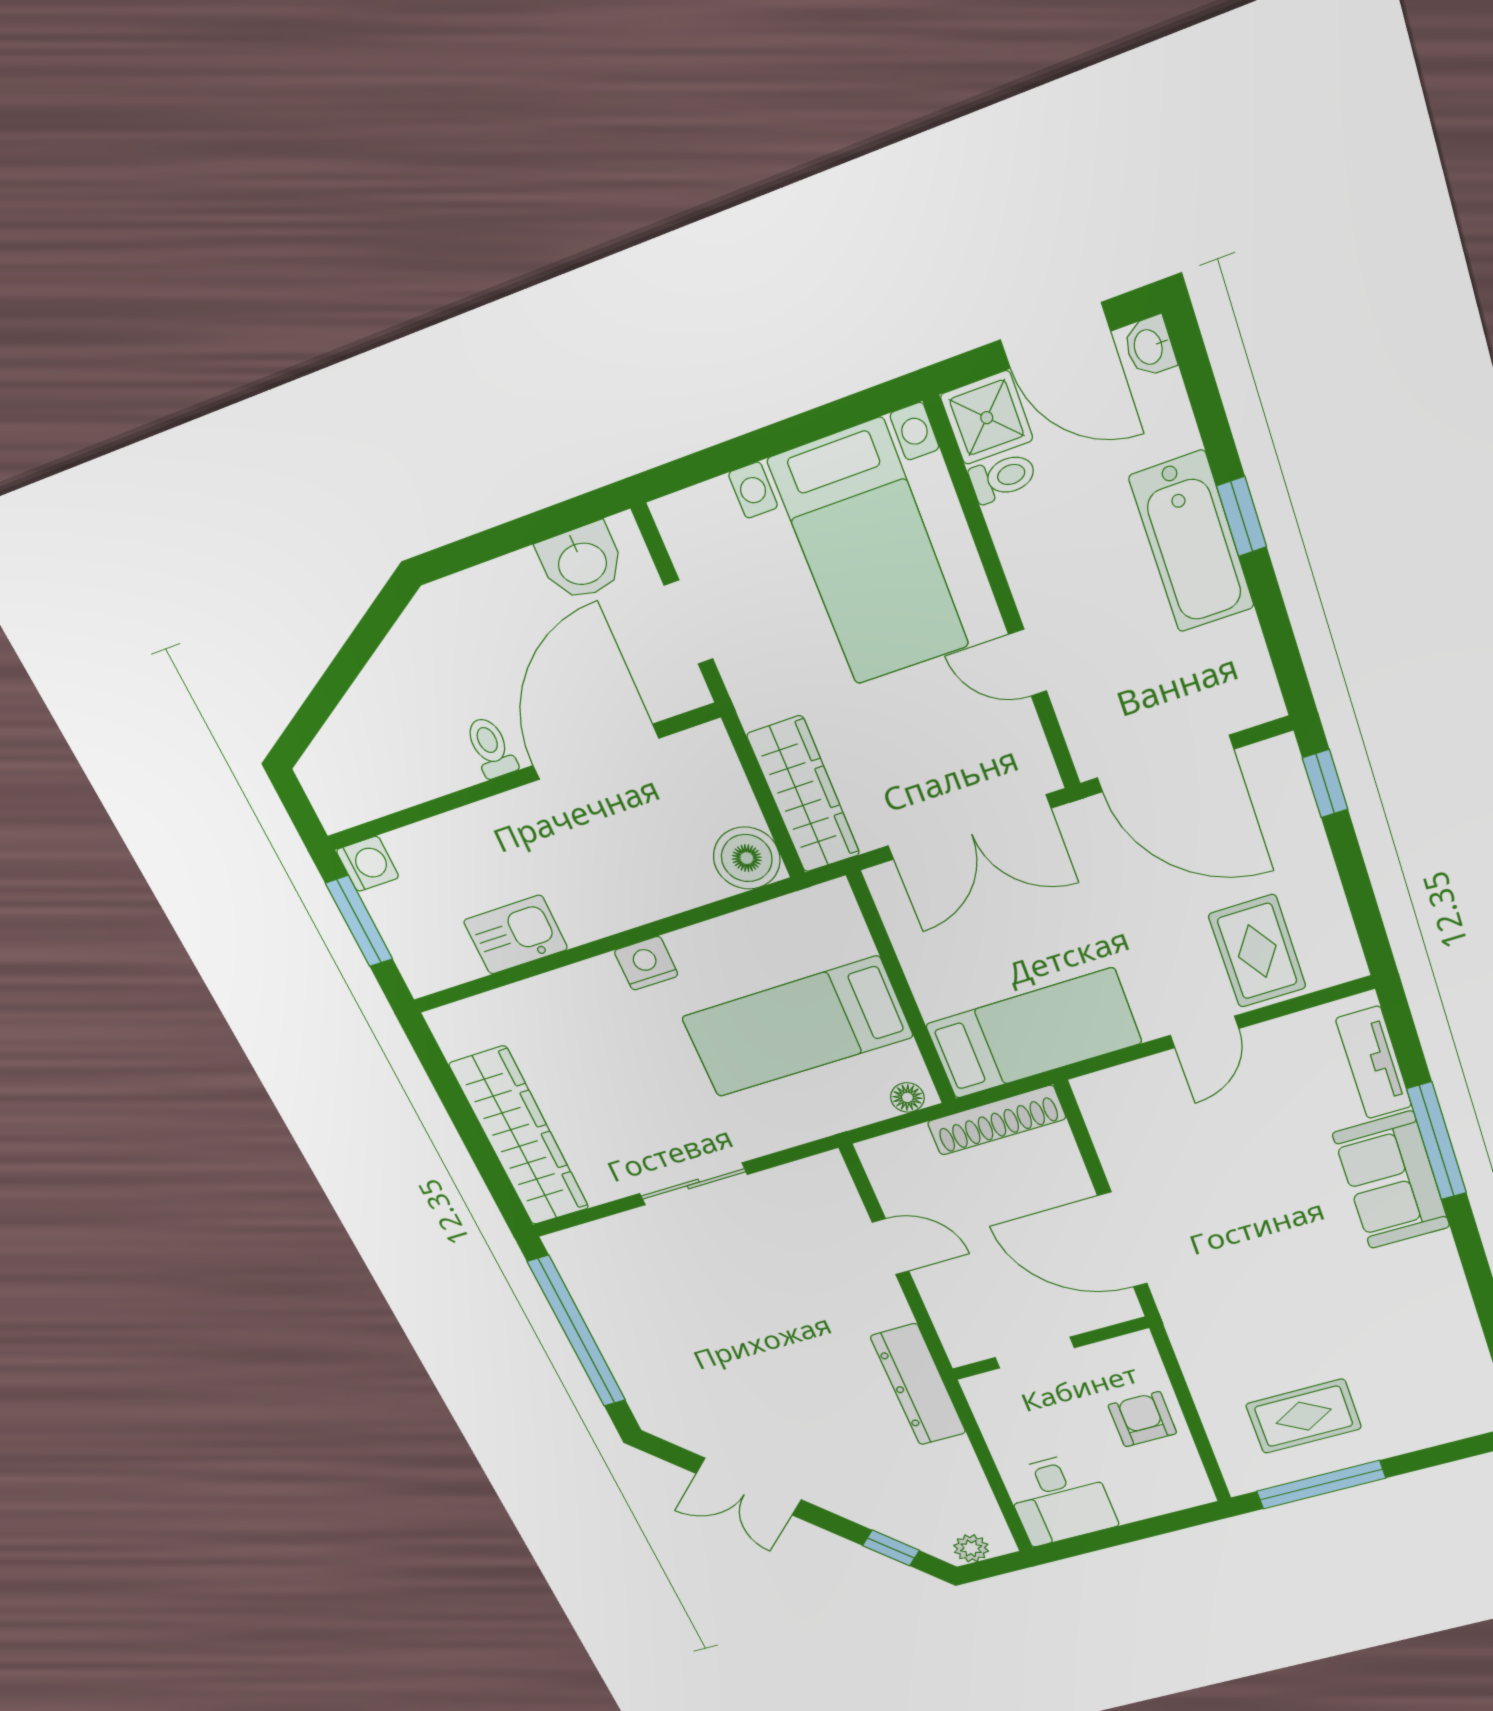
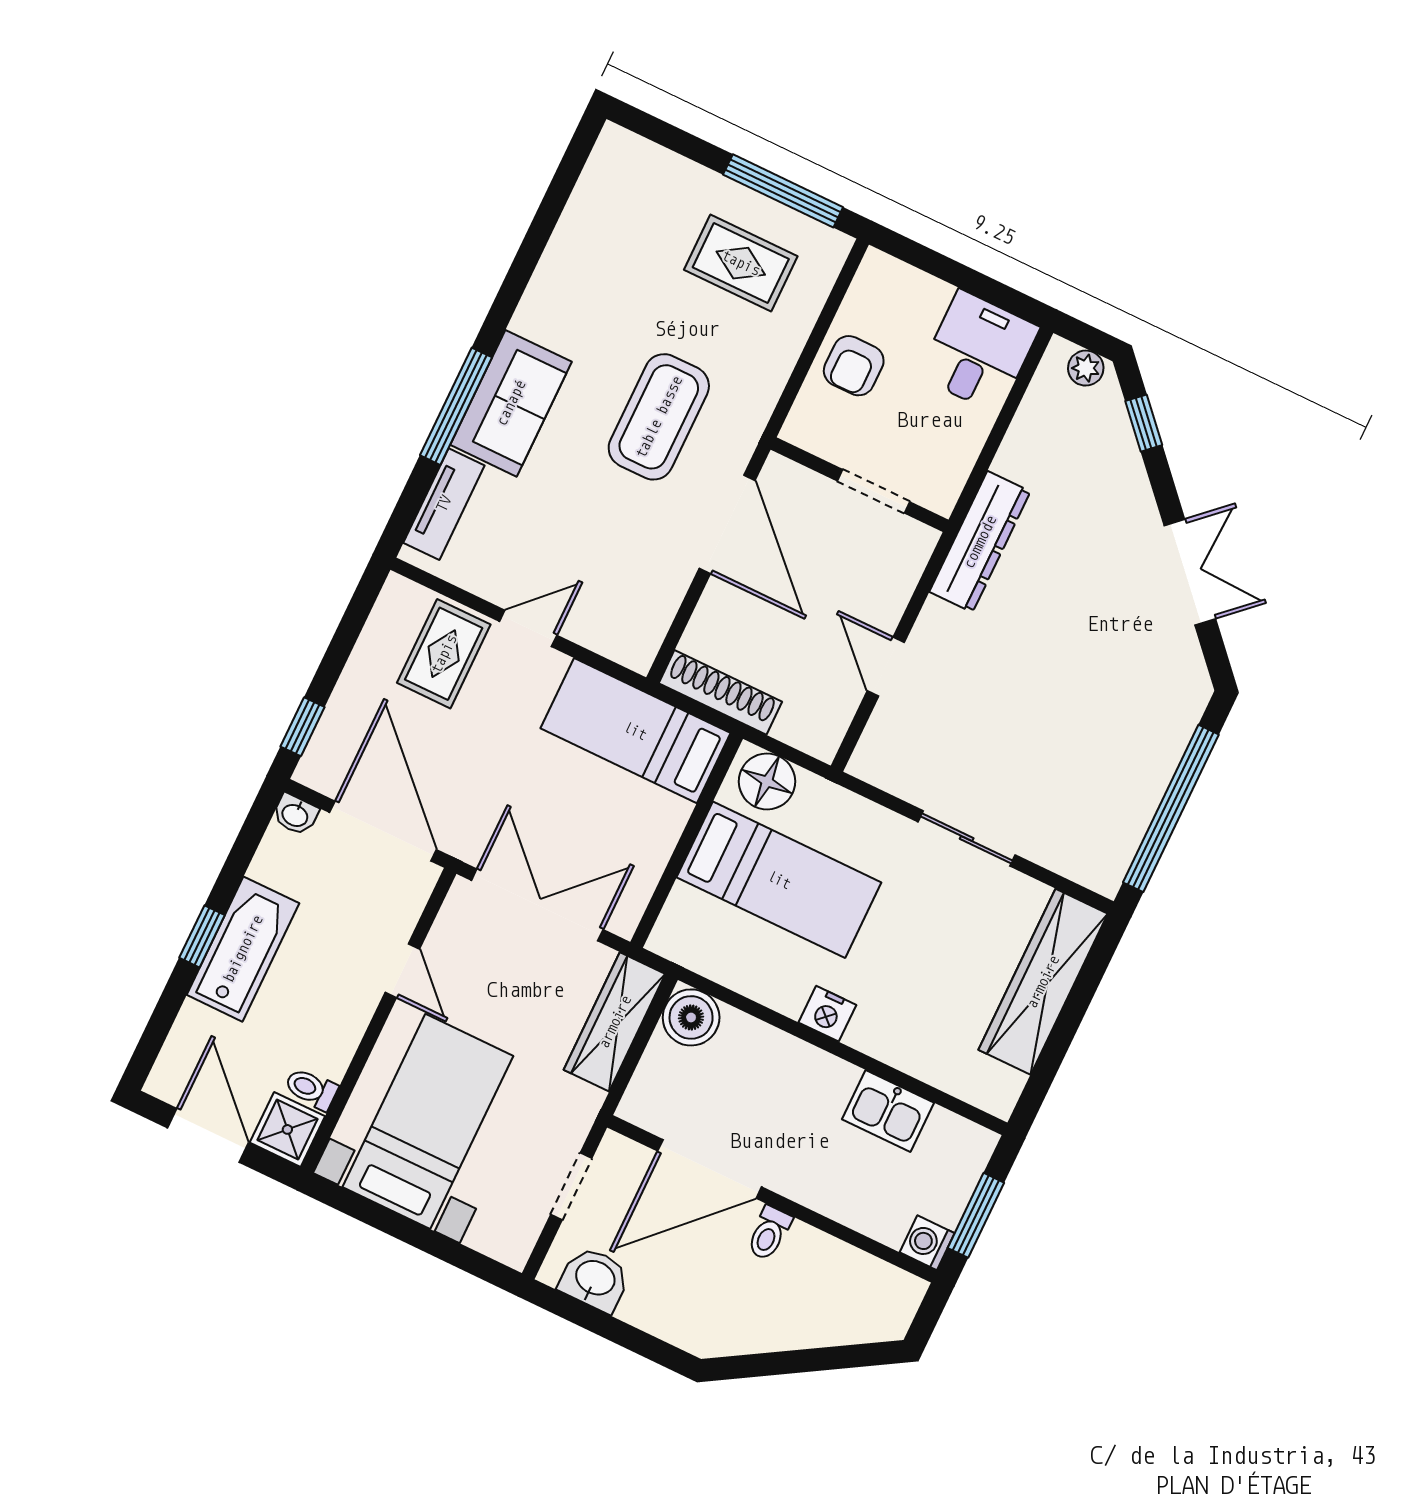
washbasin: (1149, 347) -> (295, 815), moved, turned 90
floor lamp: (907, 1097) -> (767, 781), width x1.89, depth x1.89
coffee table: (1258, 1268) -> (659, 417), added

